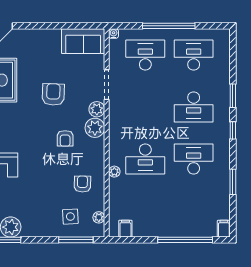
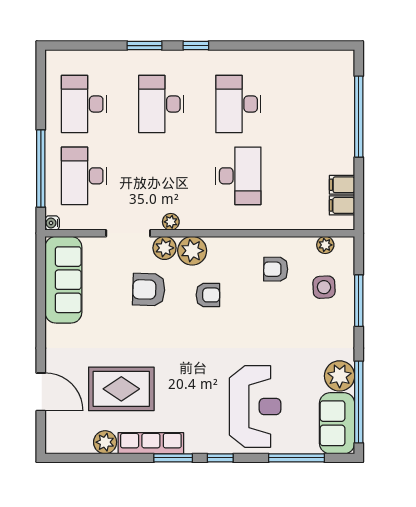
window: (169, 26) -> (41, 169), moved
sofa: (83, 41) -> (63, 280), width x1.36
armchair: (53, 94) -> (149, 290), moved
desk: (194, 107) -> (161, 104), turned 180
plant: (114, 172) -> (171, 222), moved
window: (233, 182) -> (273, 46), removed
filing cabinet: (224, 229) -> (342, 185), moved
window: (76, 240) -> (359, 301), moved

